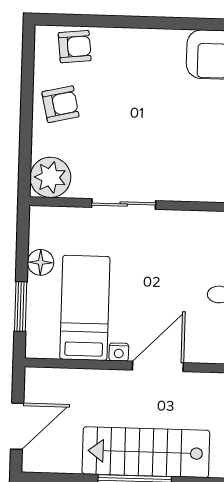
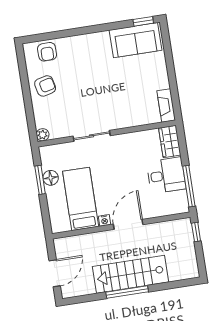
armchair: (75, 47) -> (47, 52), turned 96
plant: (50, 177) -> (43, 135), width x0.53, depth x0.53
window: (21, 307) -> (40, 180), moved

